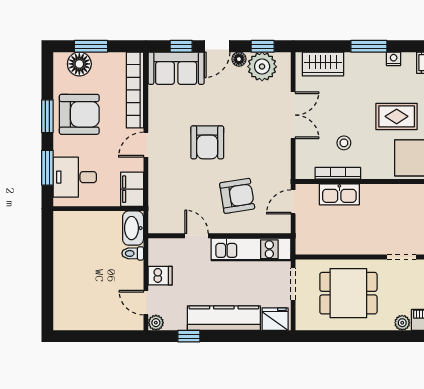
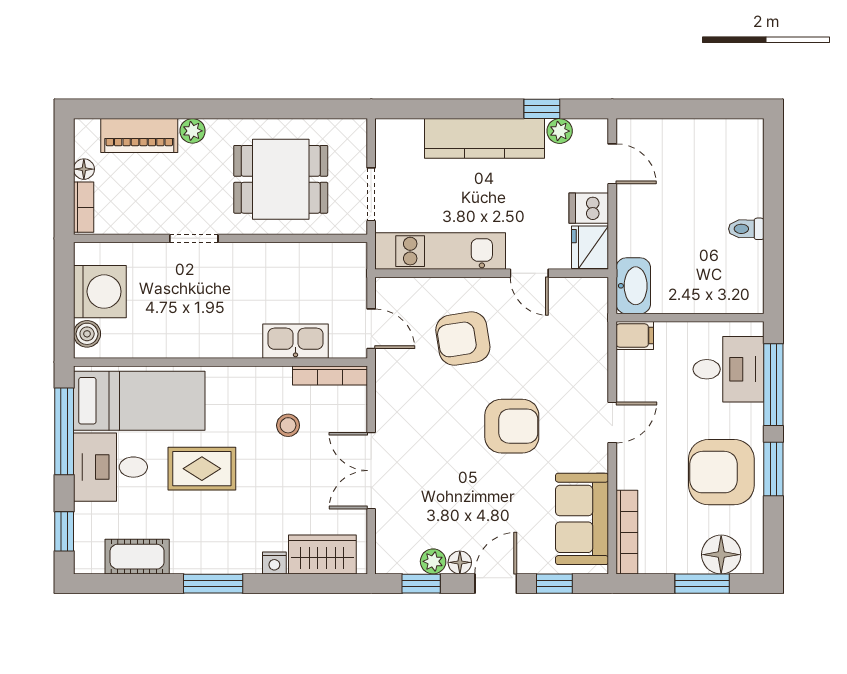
window: (369, 46) -> (213, 584), moved
nightstand: (394, 59) -> (274, 563), moved
plant: (262, 67) -> (433, 561), width x0.53, depth x0.53
sofa: (176, 68) -> (582, 519), moved, turned -90
bookcase: (135, 90) -> (627, 532), width x0.68, depth x0.76
armchair: (207, 142) -> (512, 426), turned 90
window: (47, 168) -> (773, 385), width x1.44
bookcase: (338, 173) -> (330, 375), moved
filing cabinet: (132, 189) -> (635, 336), width x0.50
door: (293, 202) -> (371, 329), hinge flipped
toilet: (133, 253) -> (746, 229), moved, turned 180
fridge: (275, 319) -> (590, 247), moved, turned 90
plant: (156, 323) -> (560, 131), moved

